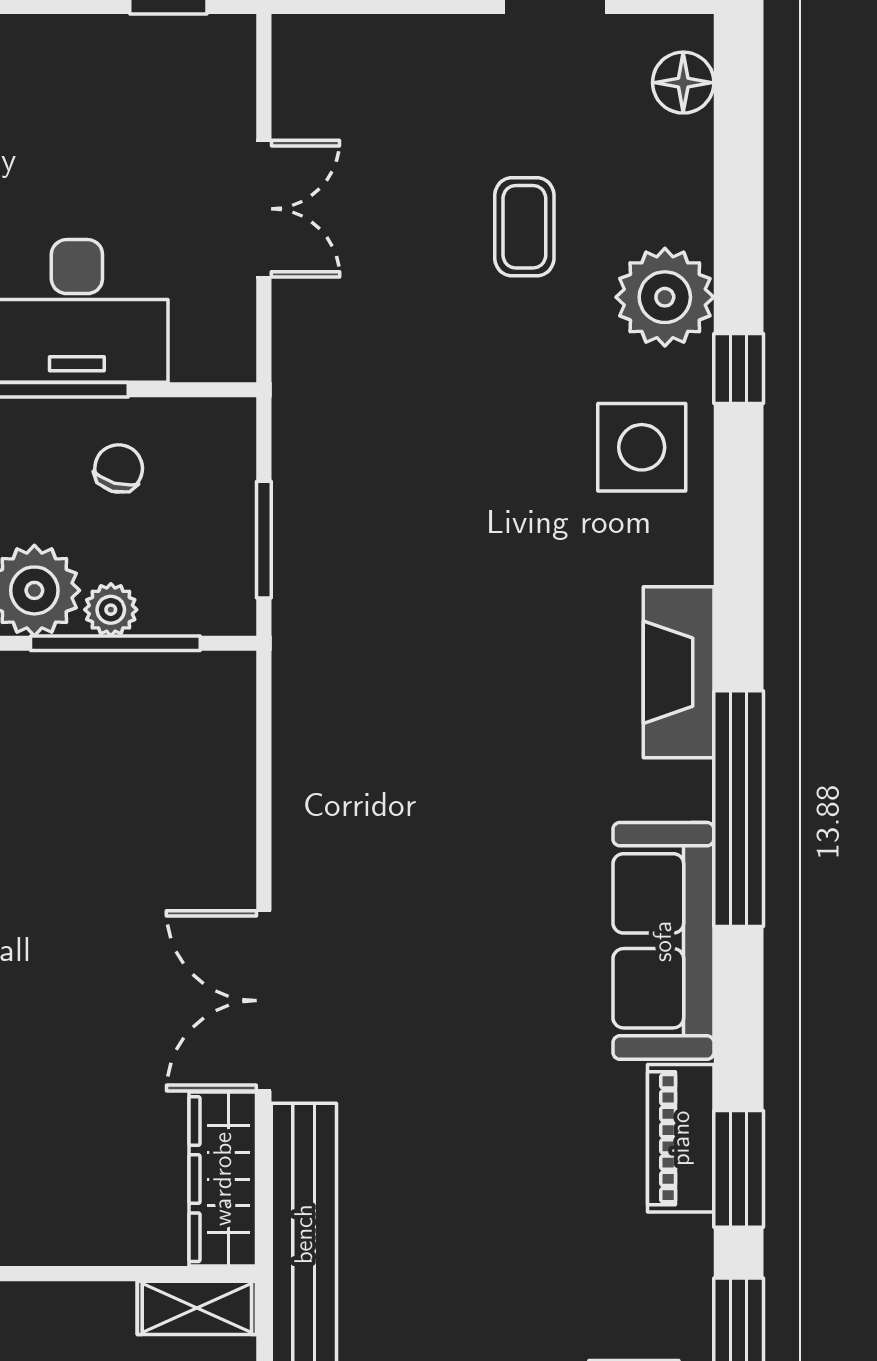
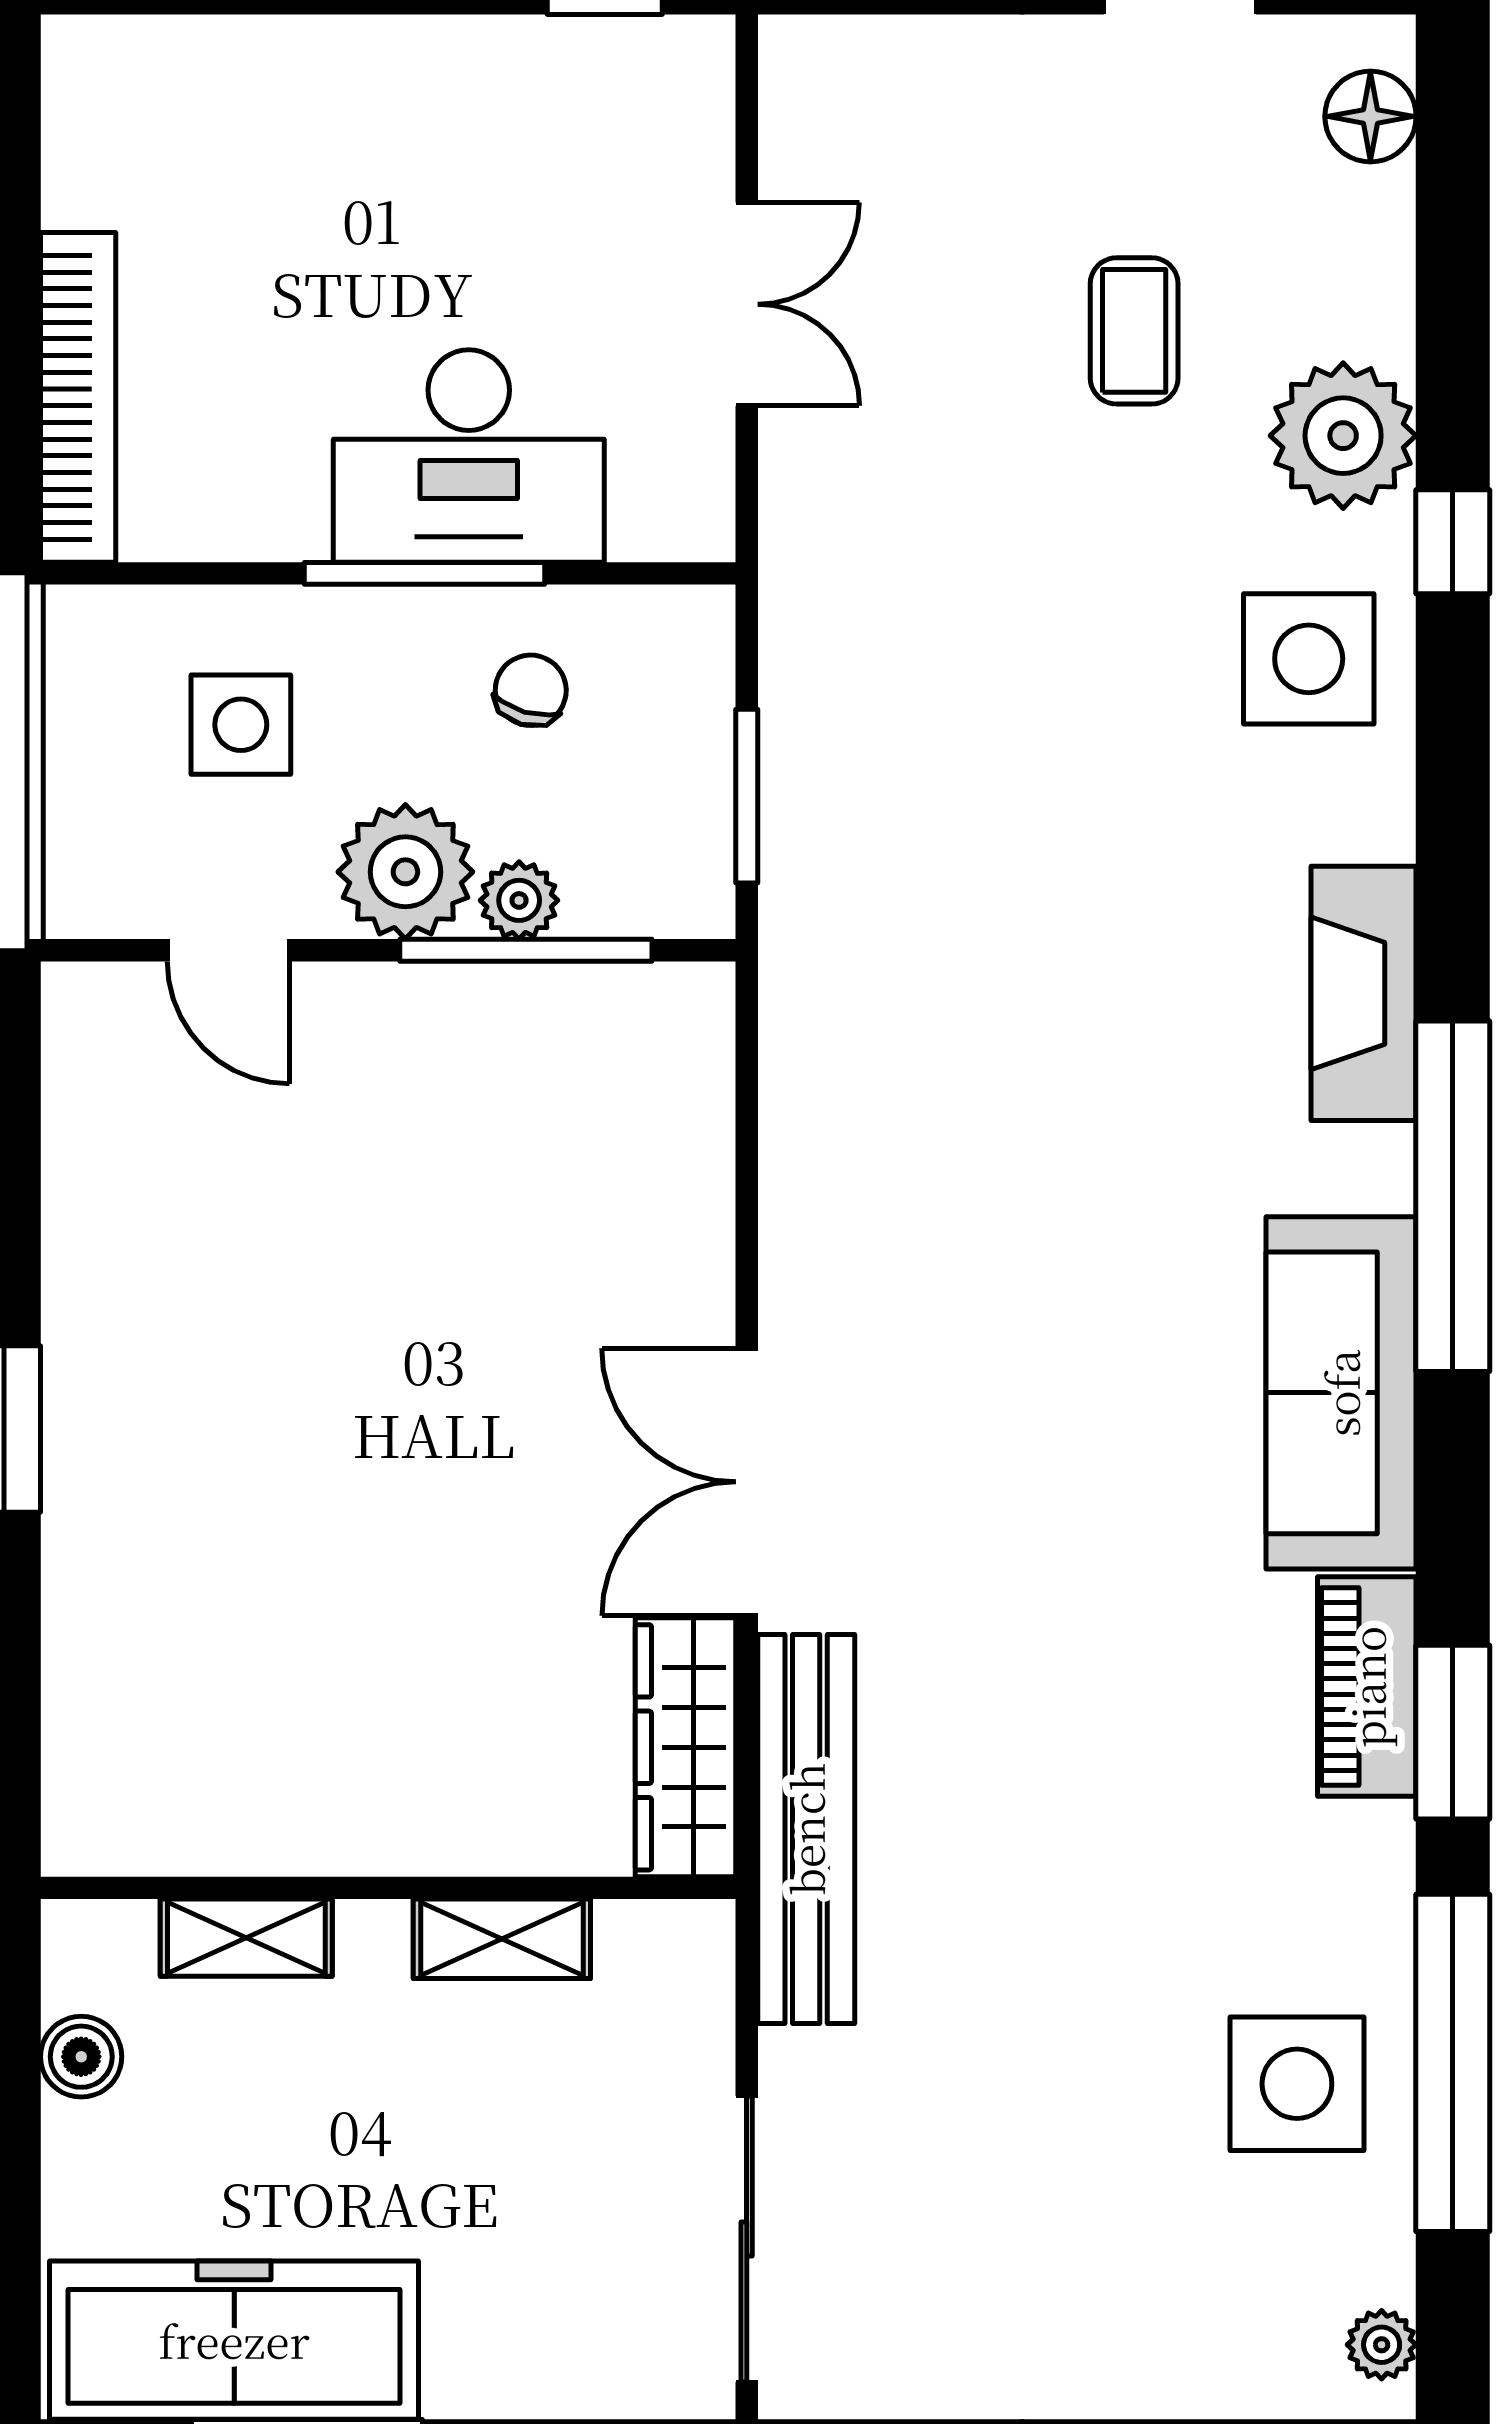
shelving: (197, 1308) -> (502, 1939), moved

